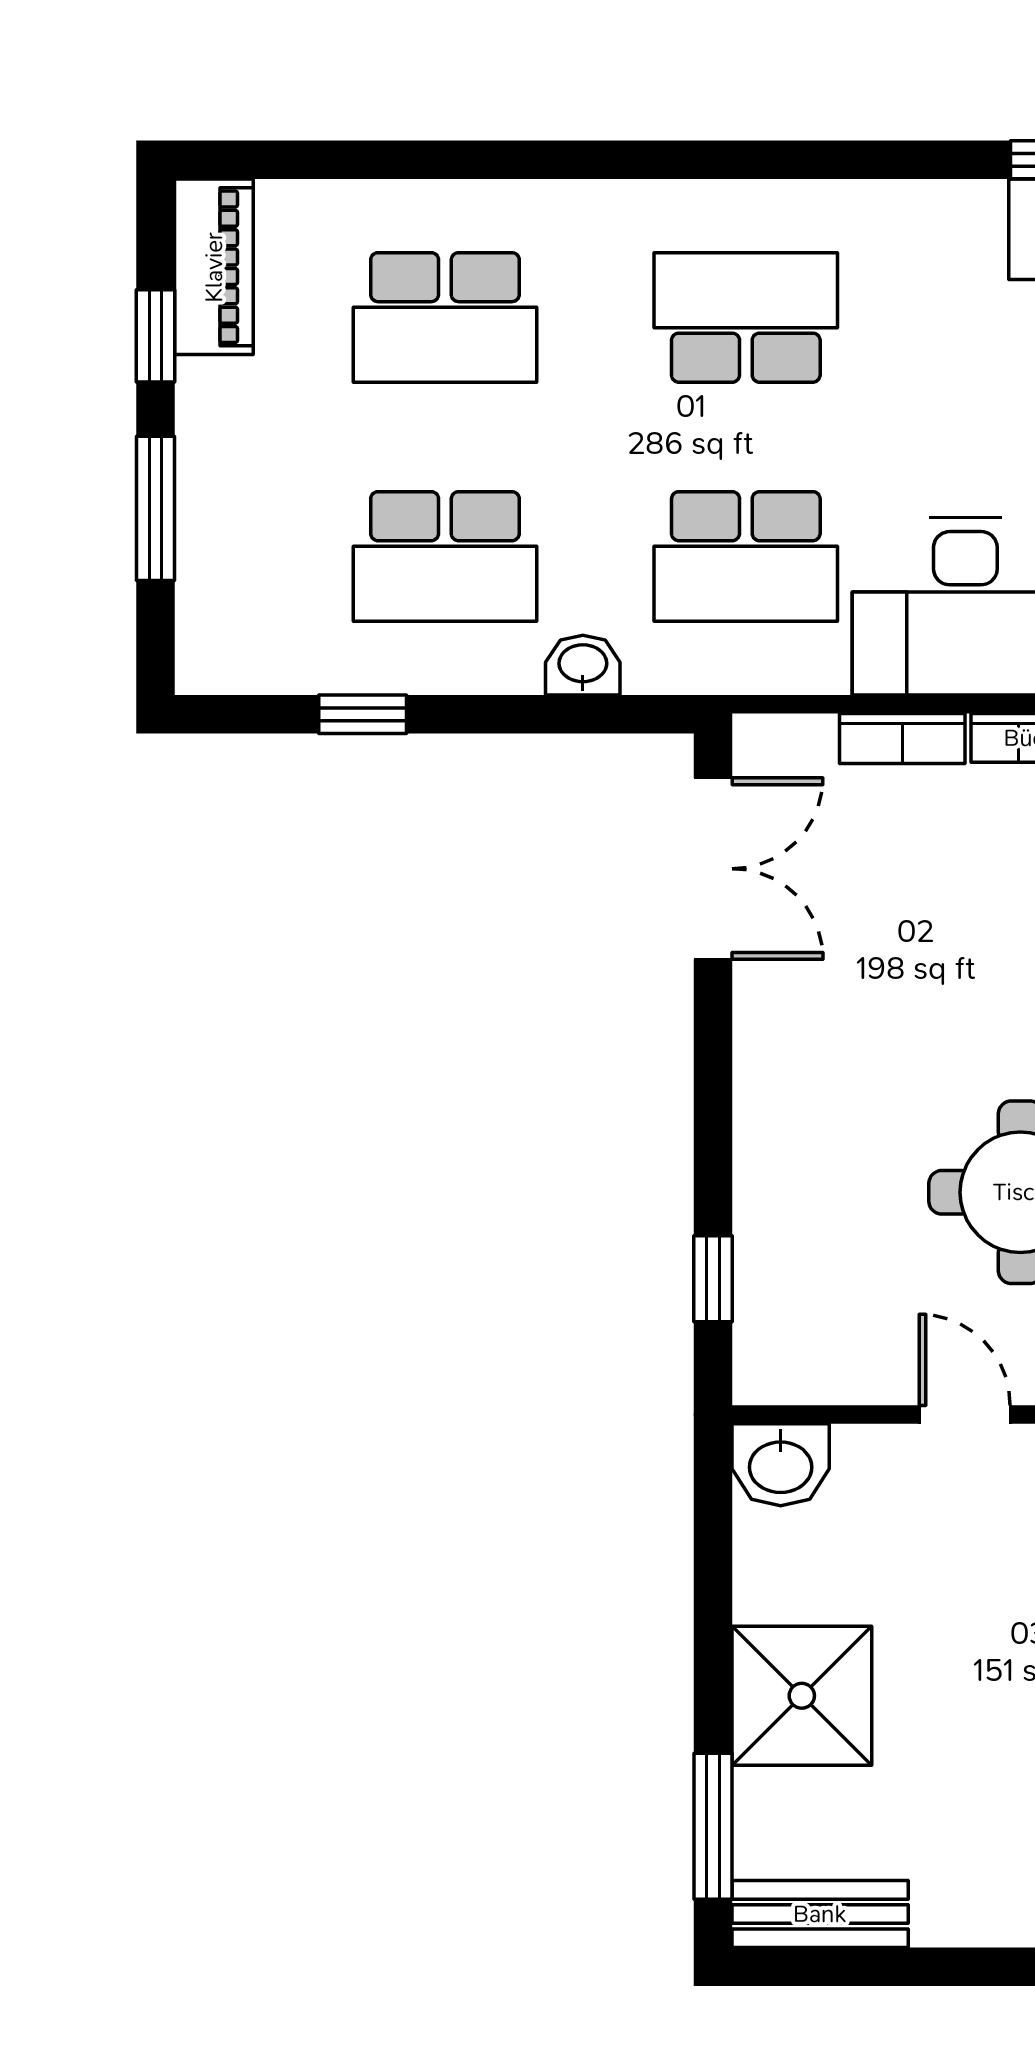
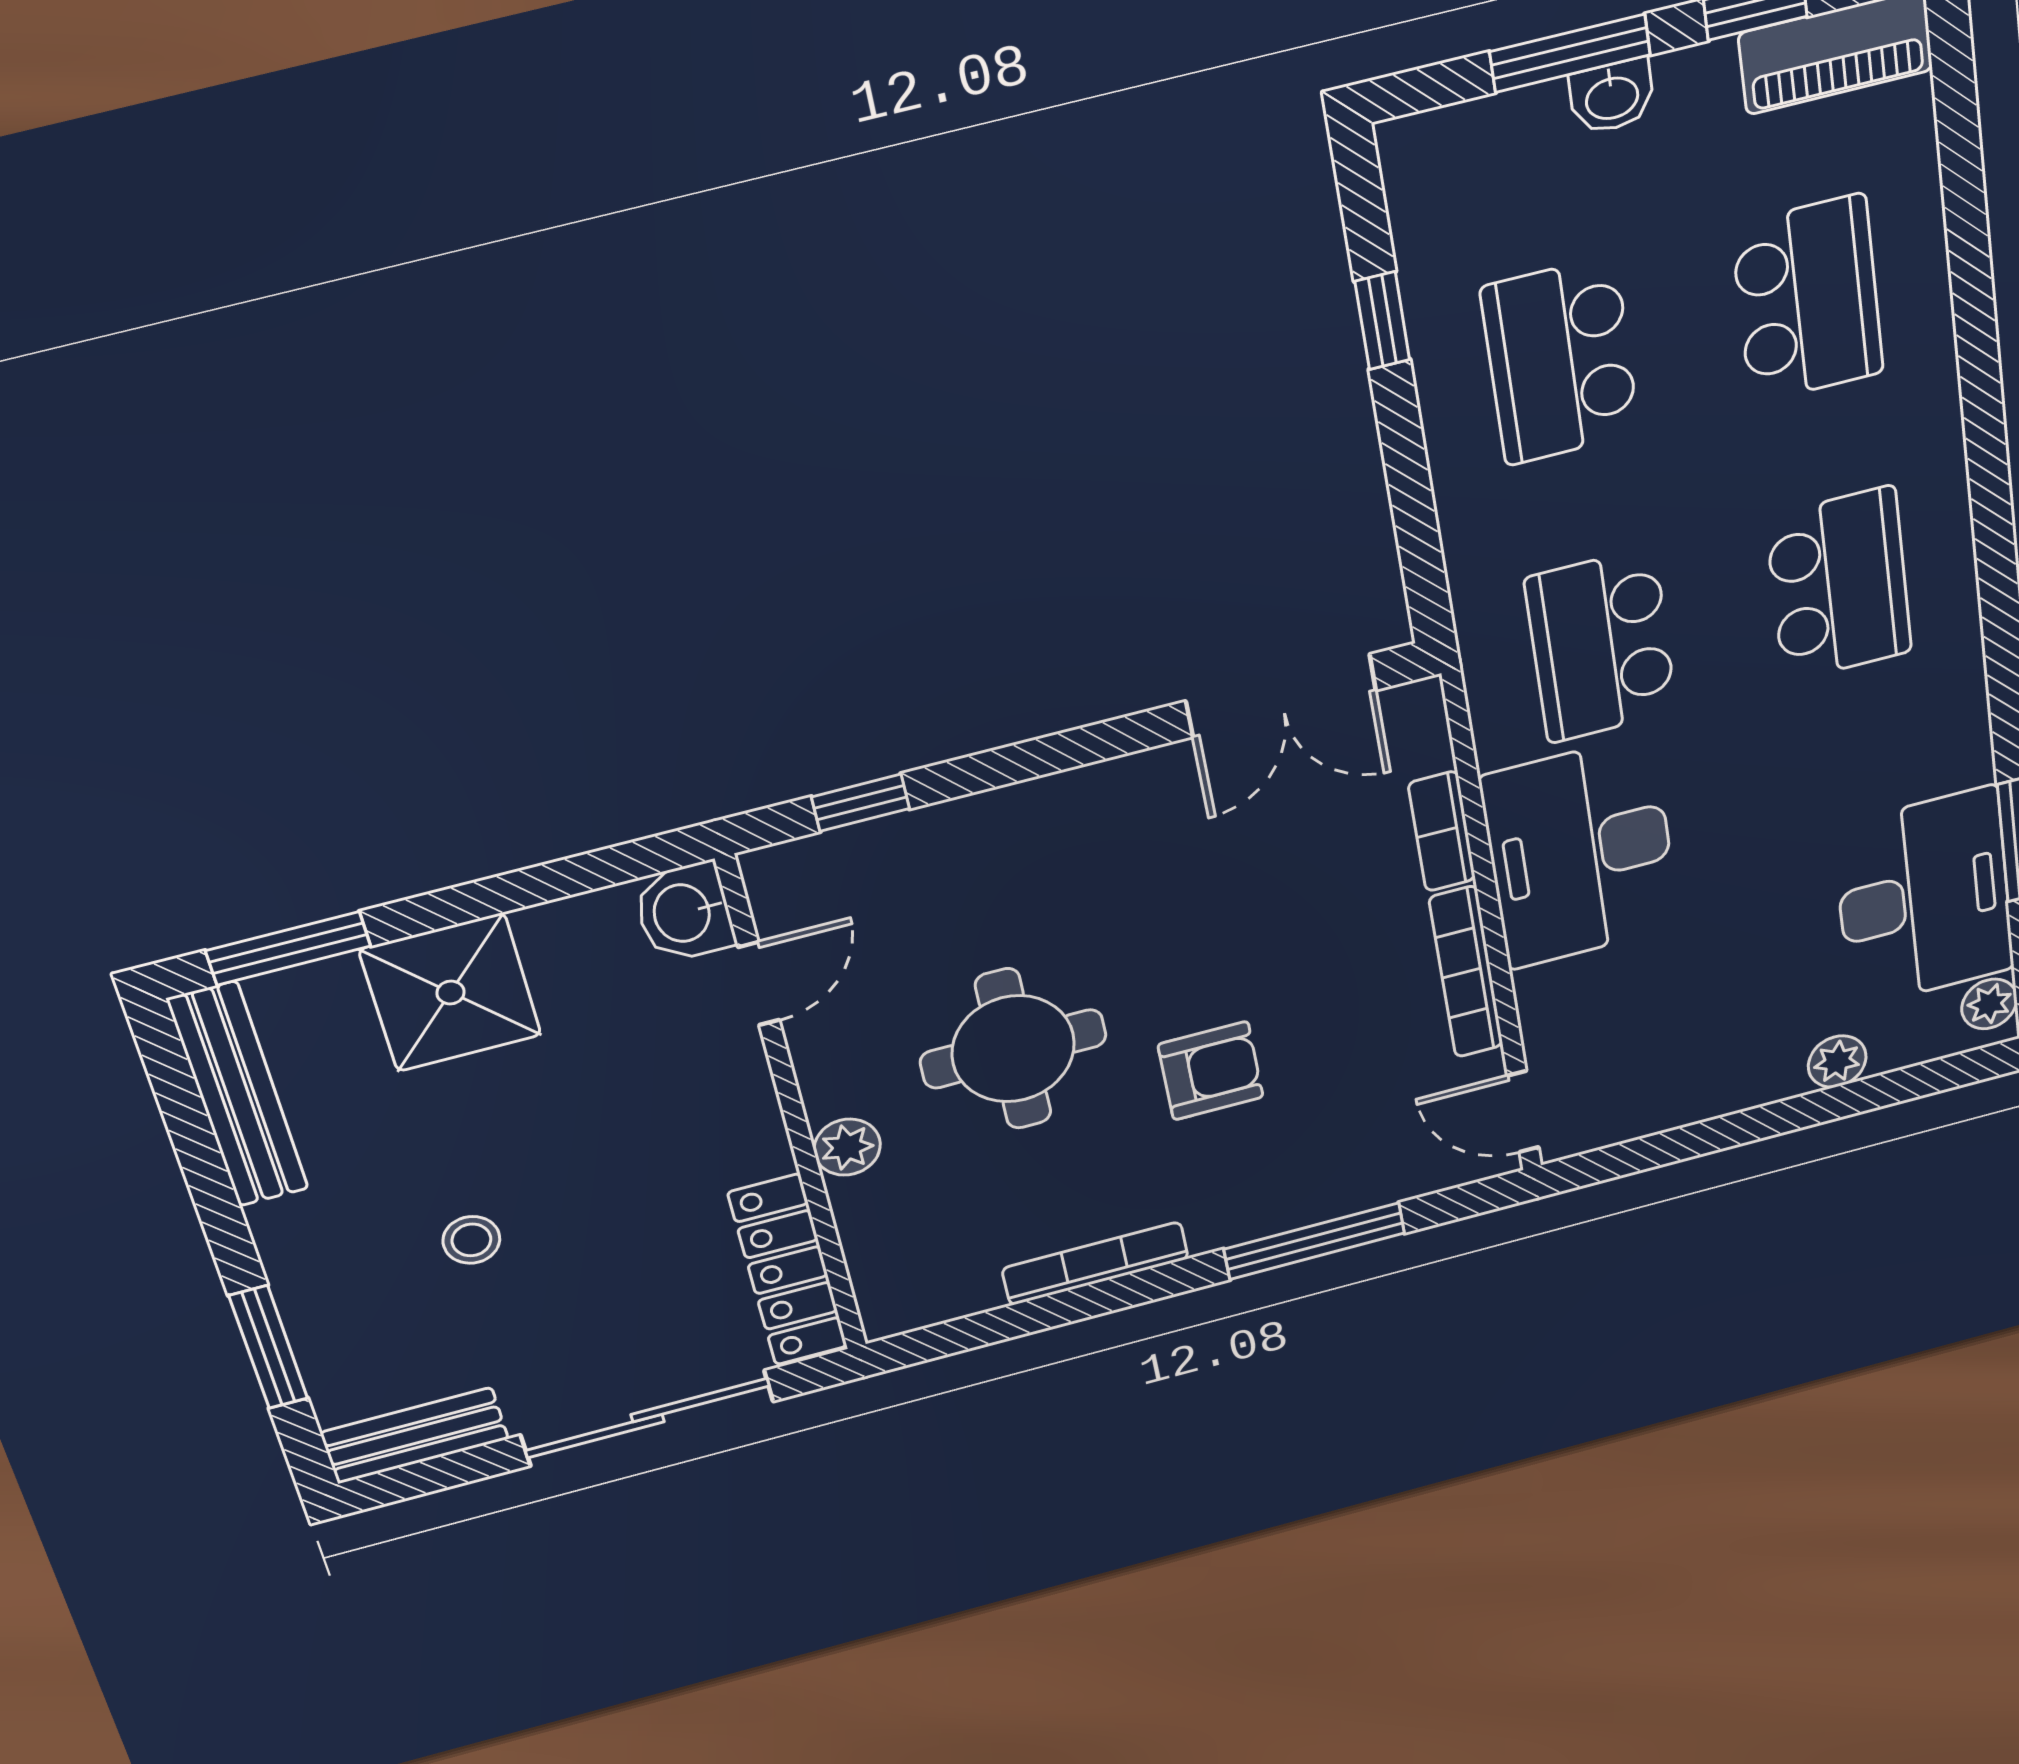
school desk: (445, 317) -> (1808, 299), turned 180
washbasin: (583, 665) -> (1612, 96), moved, turned 90
door: (965, 1415) -> (759, 984), moved
bench: (820, 1914) -> (238, 1095), width x1.36

